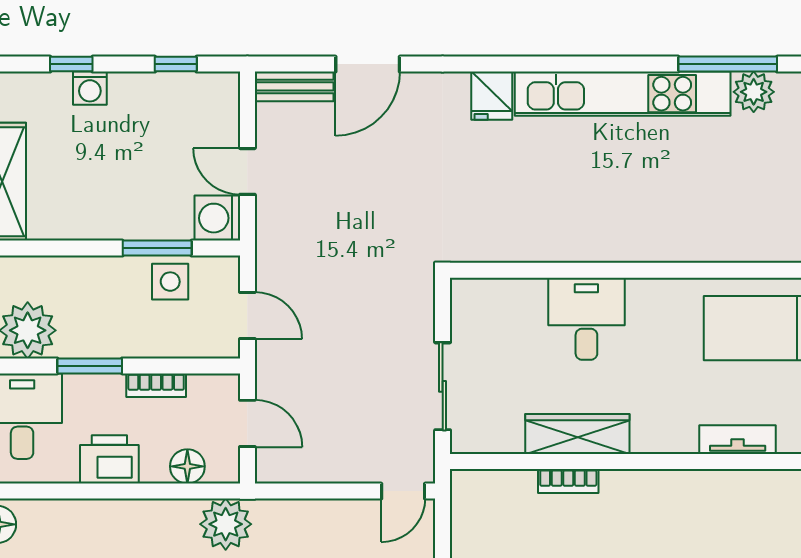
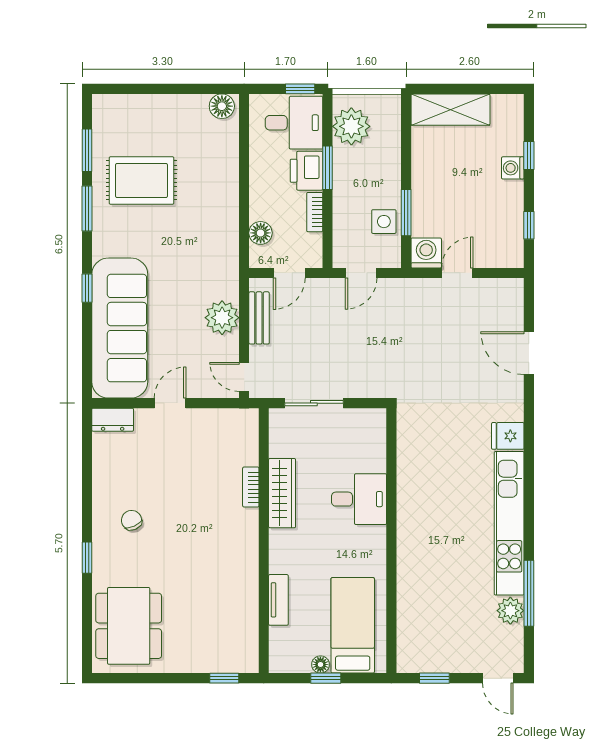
bench: (294, 86) -> (259, 318), moved
printer: (109, 459) -> (306, 171), moved, turned 180
plant: (226, 524) -> (222, 318), moved

